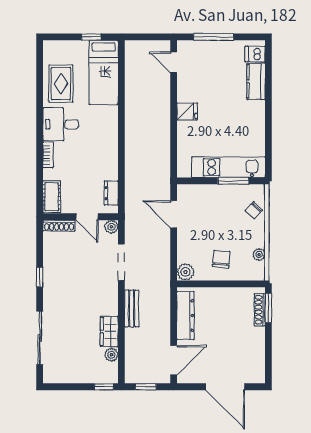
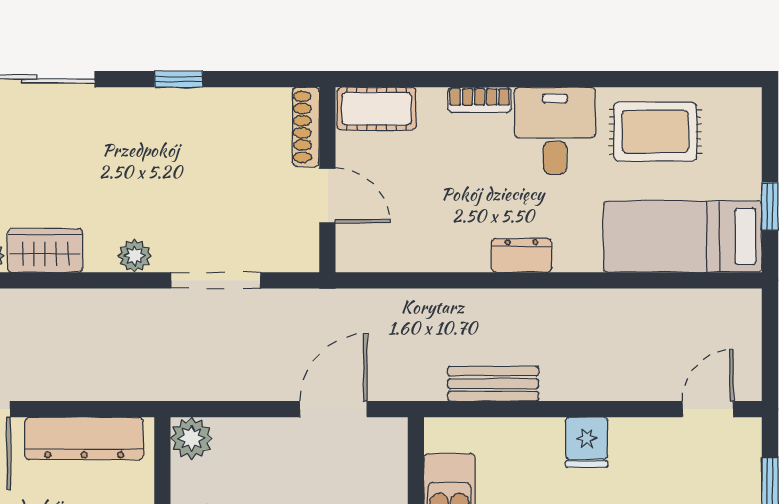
dresser: (111, 193) -> (522, 255), moved
door: (87, 217) -> (327, 196), swing flipped
plant: (111, 227) -> (135, 256), moved
bench: (132, 308) -> (493, 384), moved

